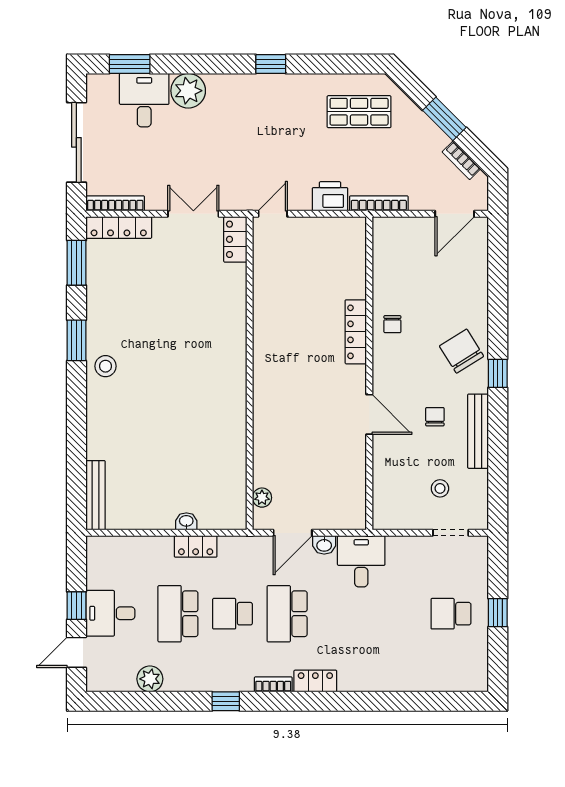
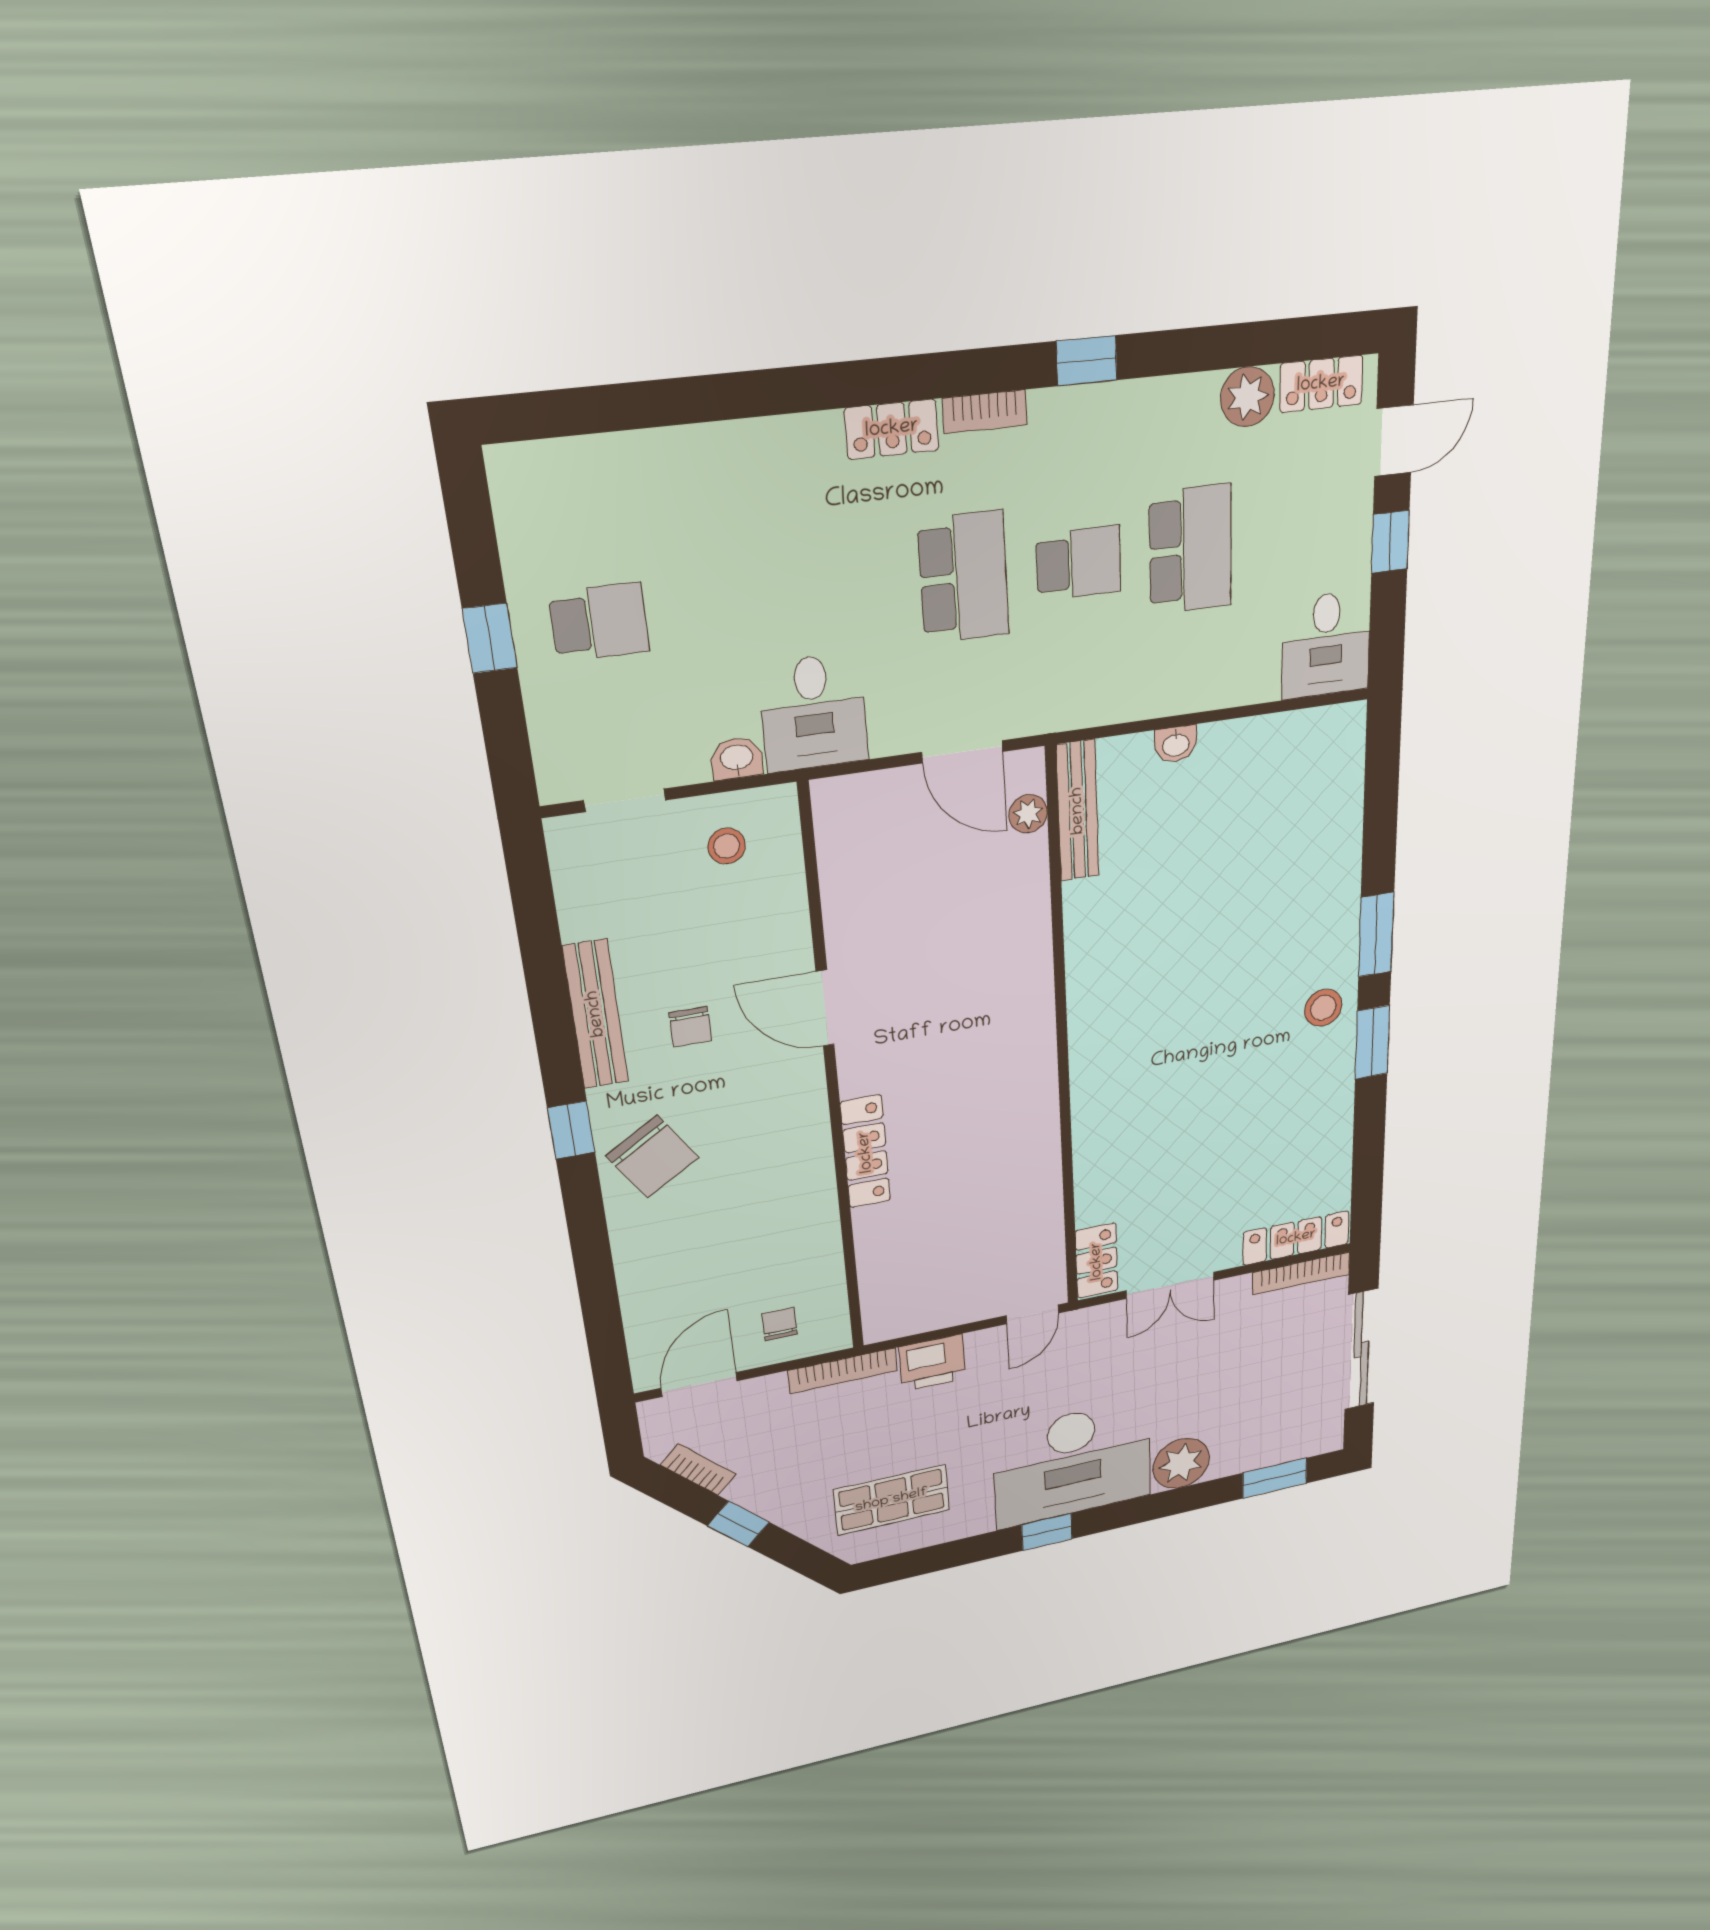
desk: (144, 100) -> (1072, 1464), moved, width x1.87, depth x1.30
window: (444, 119) -> (738, 1524), width x0.67
window: (76, 263) -> (1376, 935), moved
chair: (392, 324) -> (780, 1324), moved
stool: (440, 488) -> (727, 846), moved
bench: (96, 495) -> (1078, 811), moved
door: (293, 533) -> (962, 752), swing flipped
washbasin: (324, 545) -> (737, 758), moved
locker: (196, 546) -> (1321, 384), moved, turned 180
desk: (110, 613) -> (1326, 645), moved, turned 90

